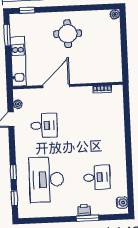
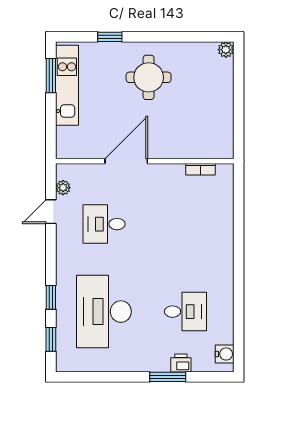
window: (27, 10) -> (110, 37), moved
kitchen unit: (18, 61) -> (67, 85), moved
desk: (44, 126) -> (104, 224), turned 180
printer: (84, 210) -> (181, 363), moved

